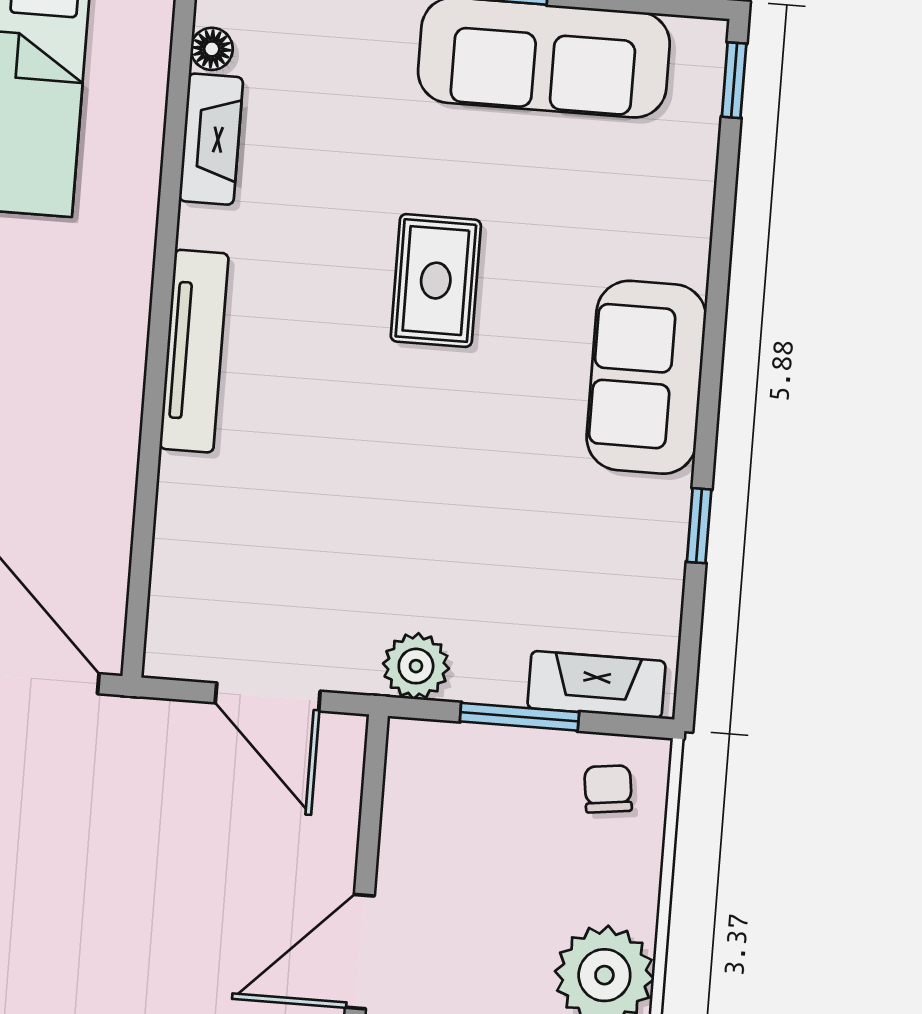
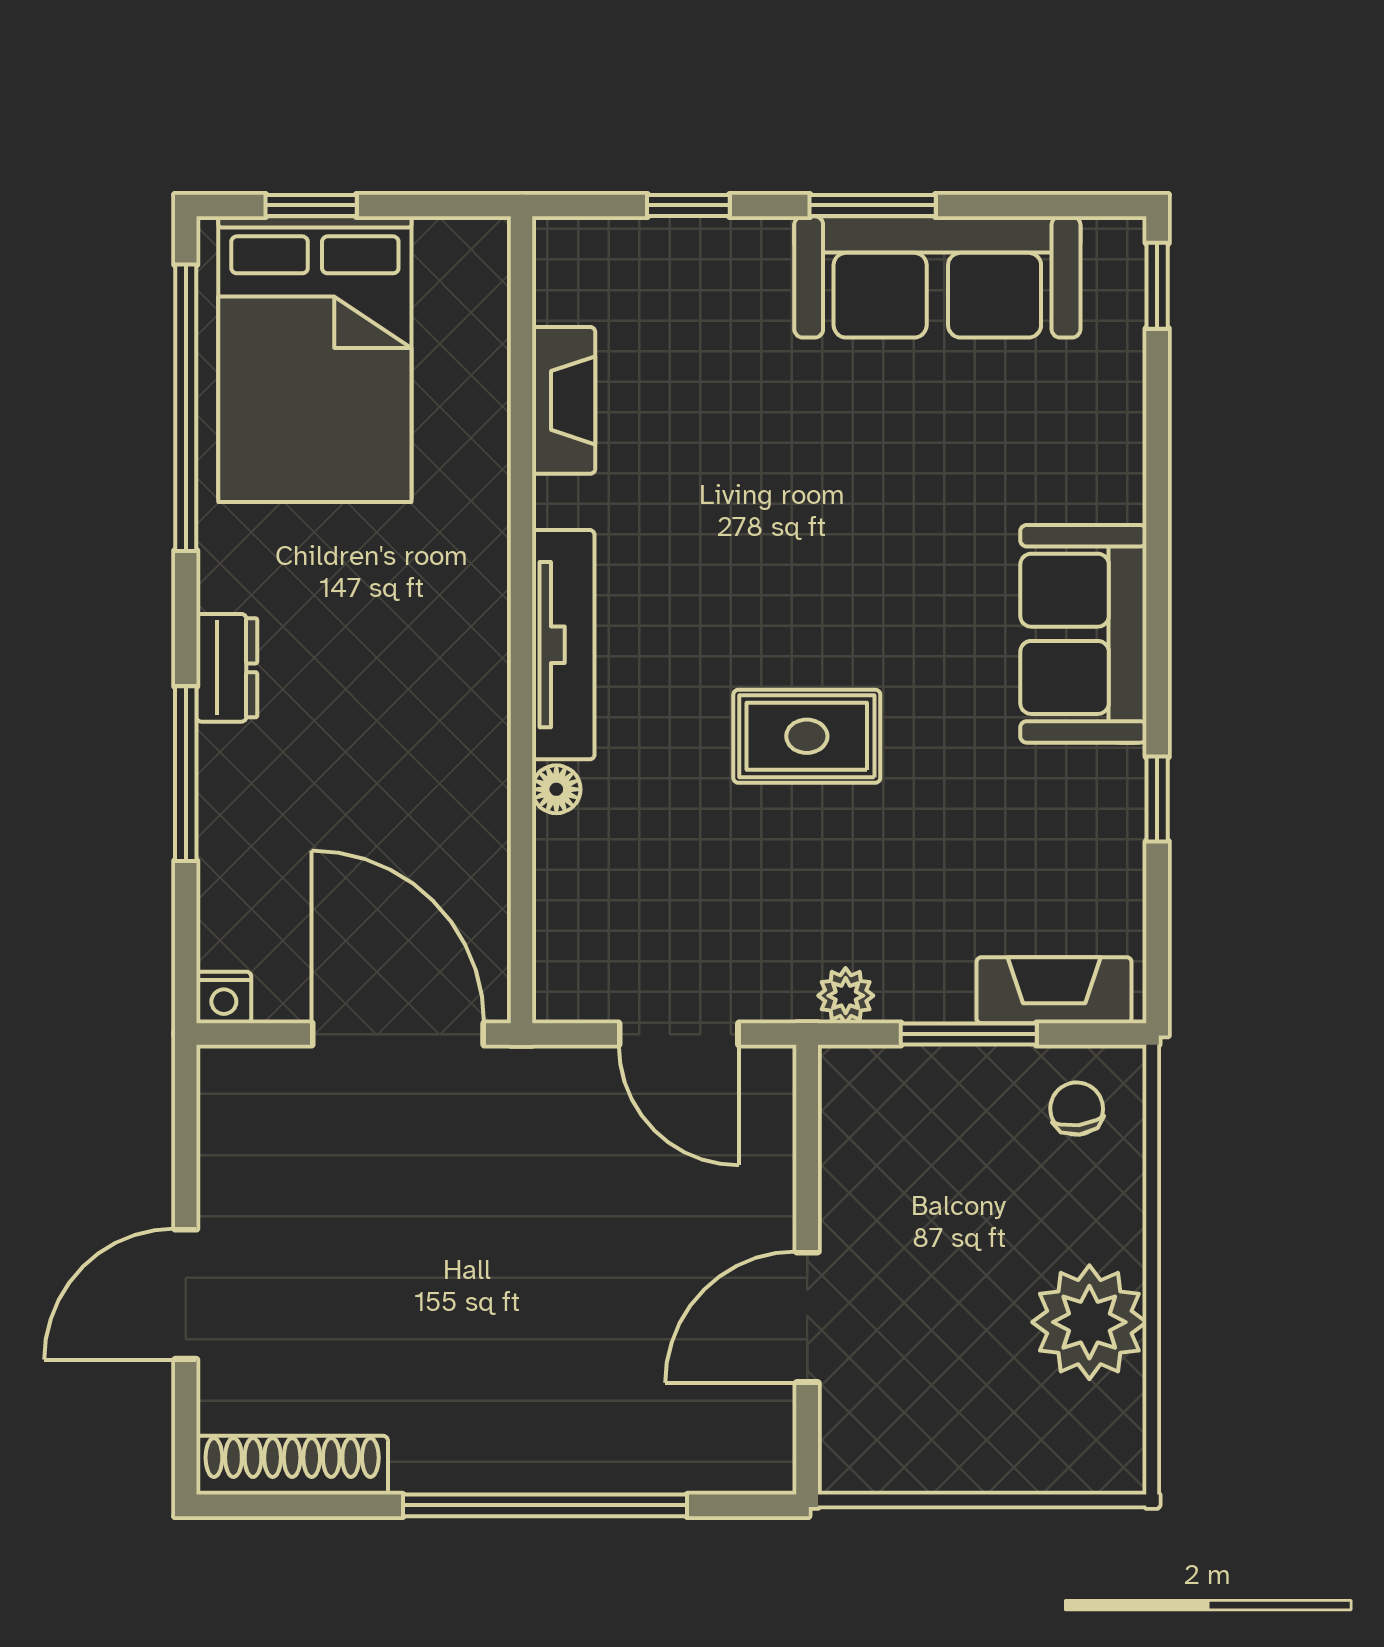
floor lamp: (212, 49) -> (556, 789), moved
rug: (436, 281) -> (807, 736), moved, turned 90
plant: (416, 666) -> (846, 996), width x0.73, depth x0.73

